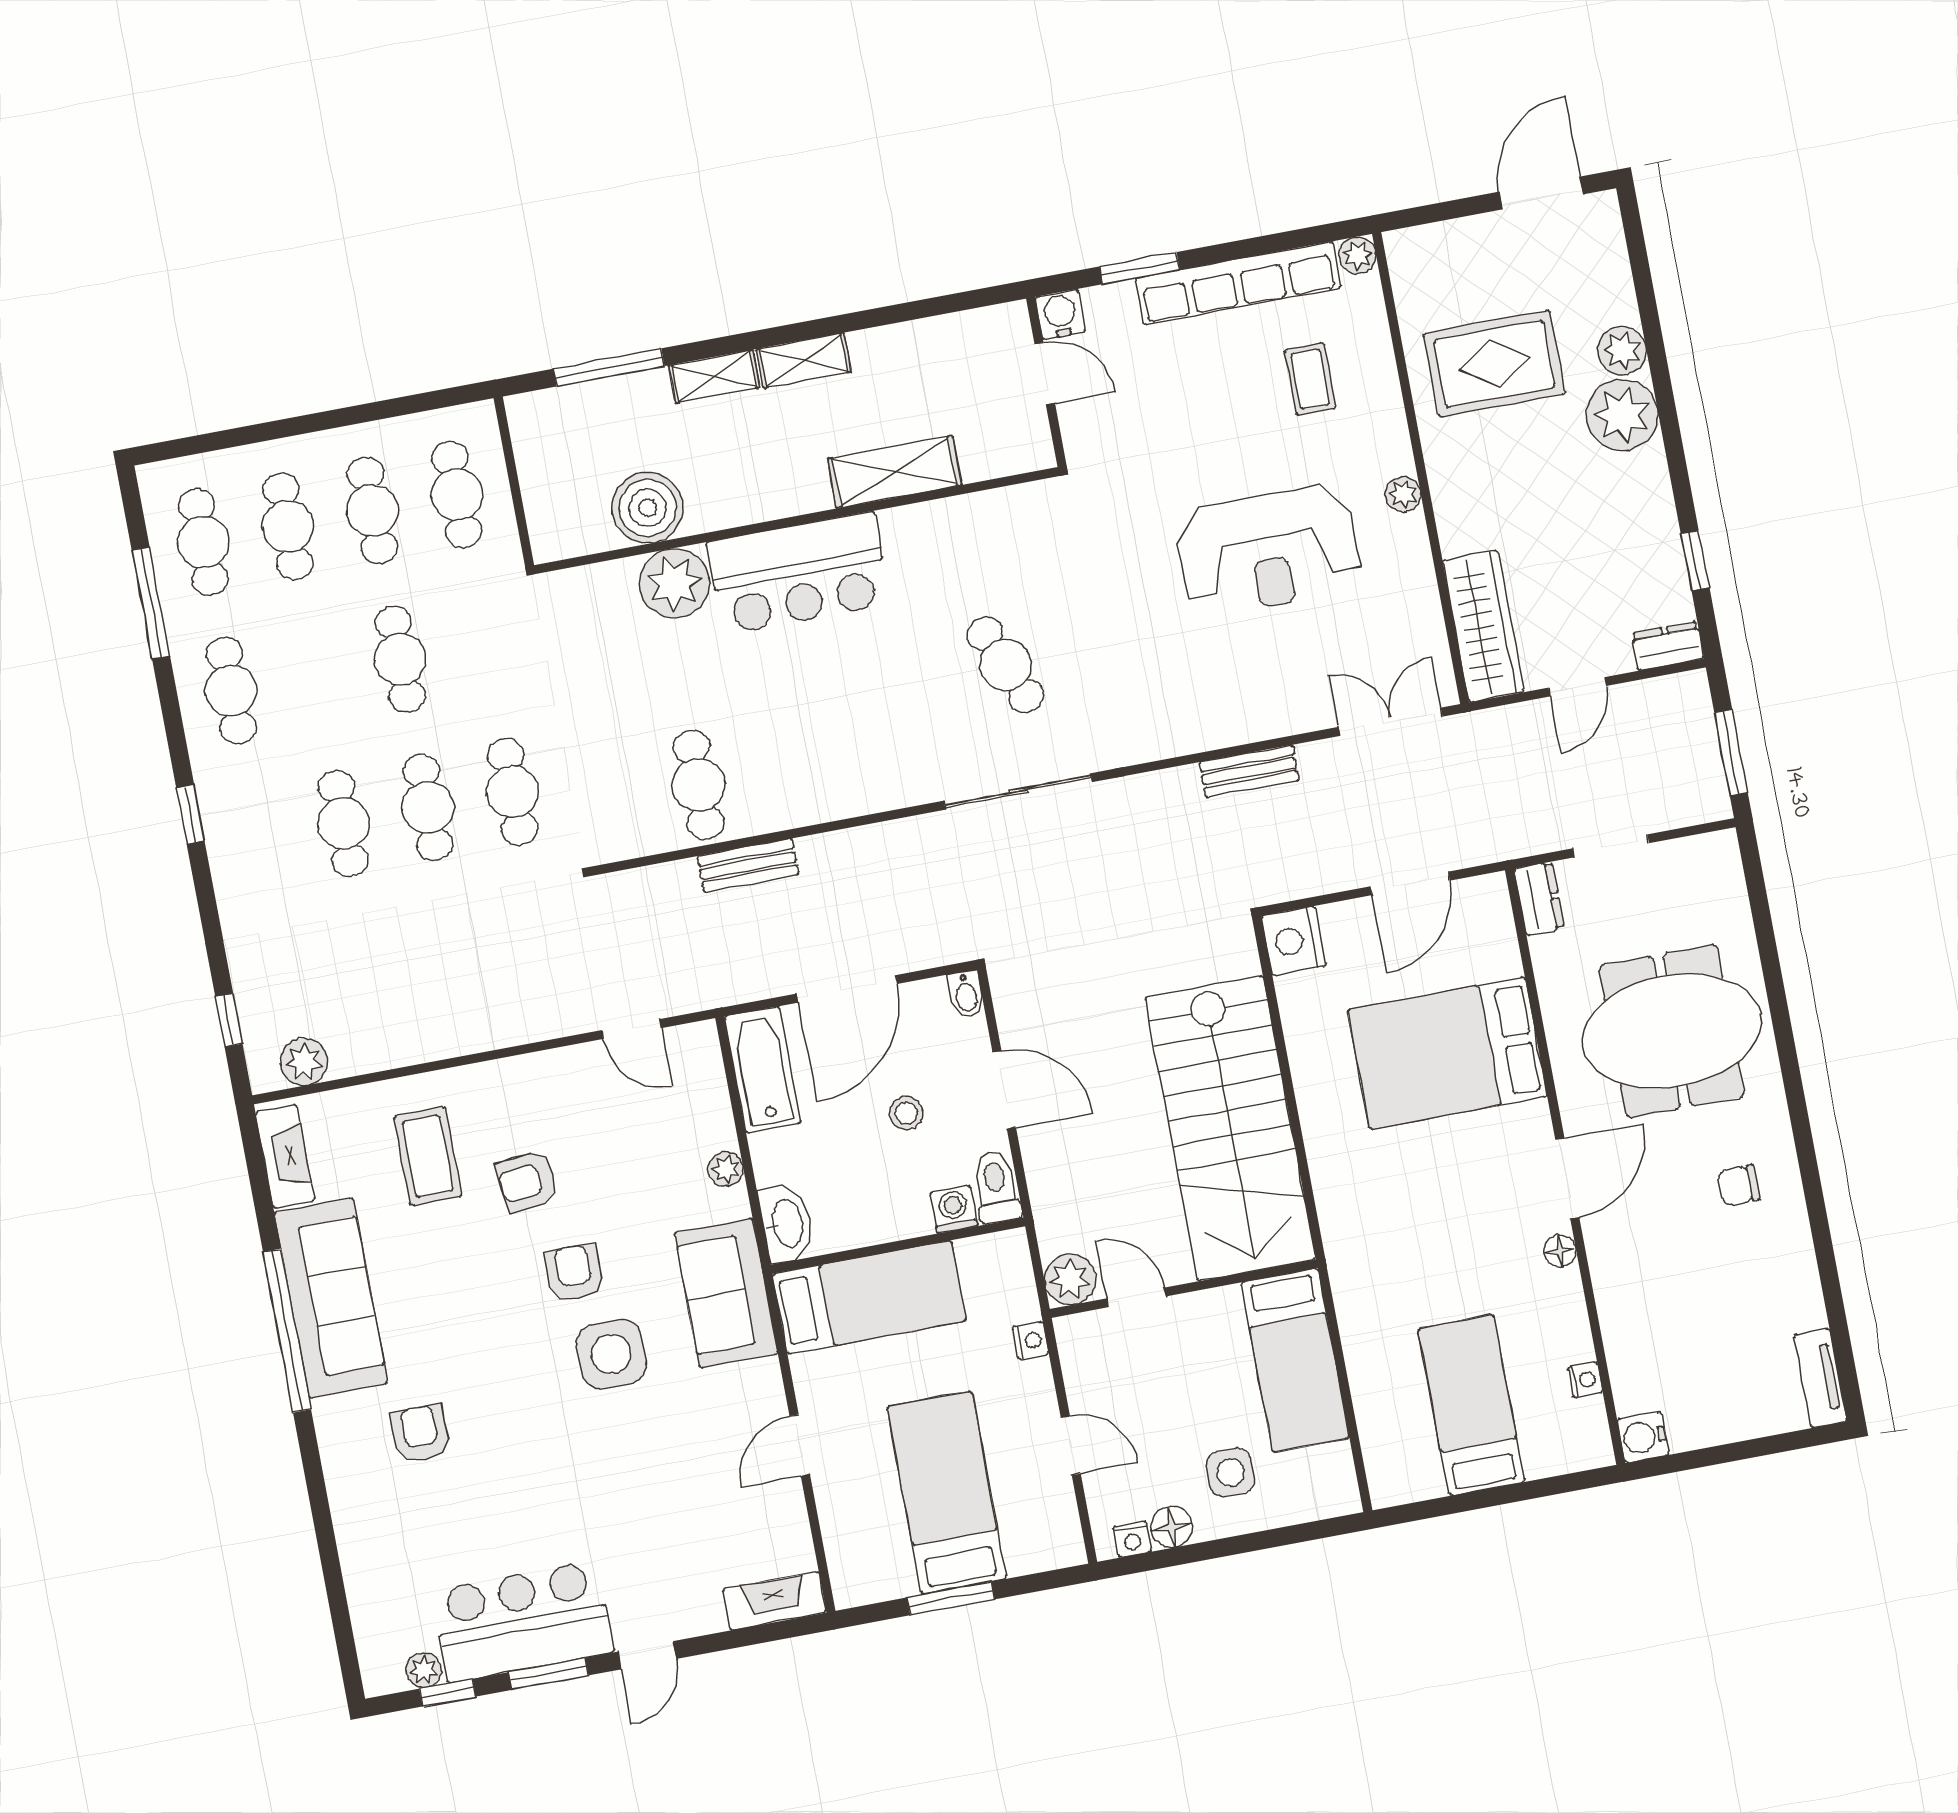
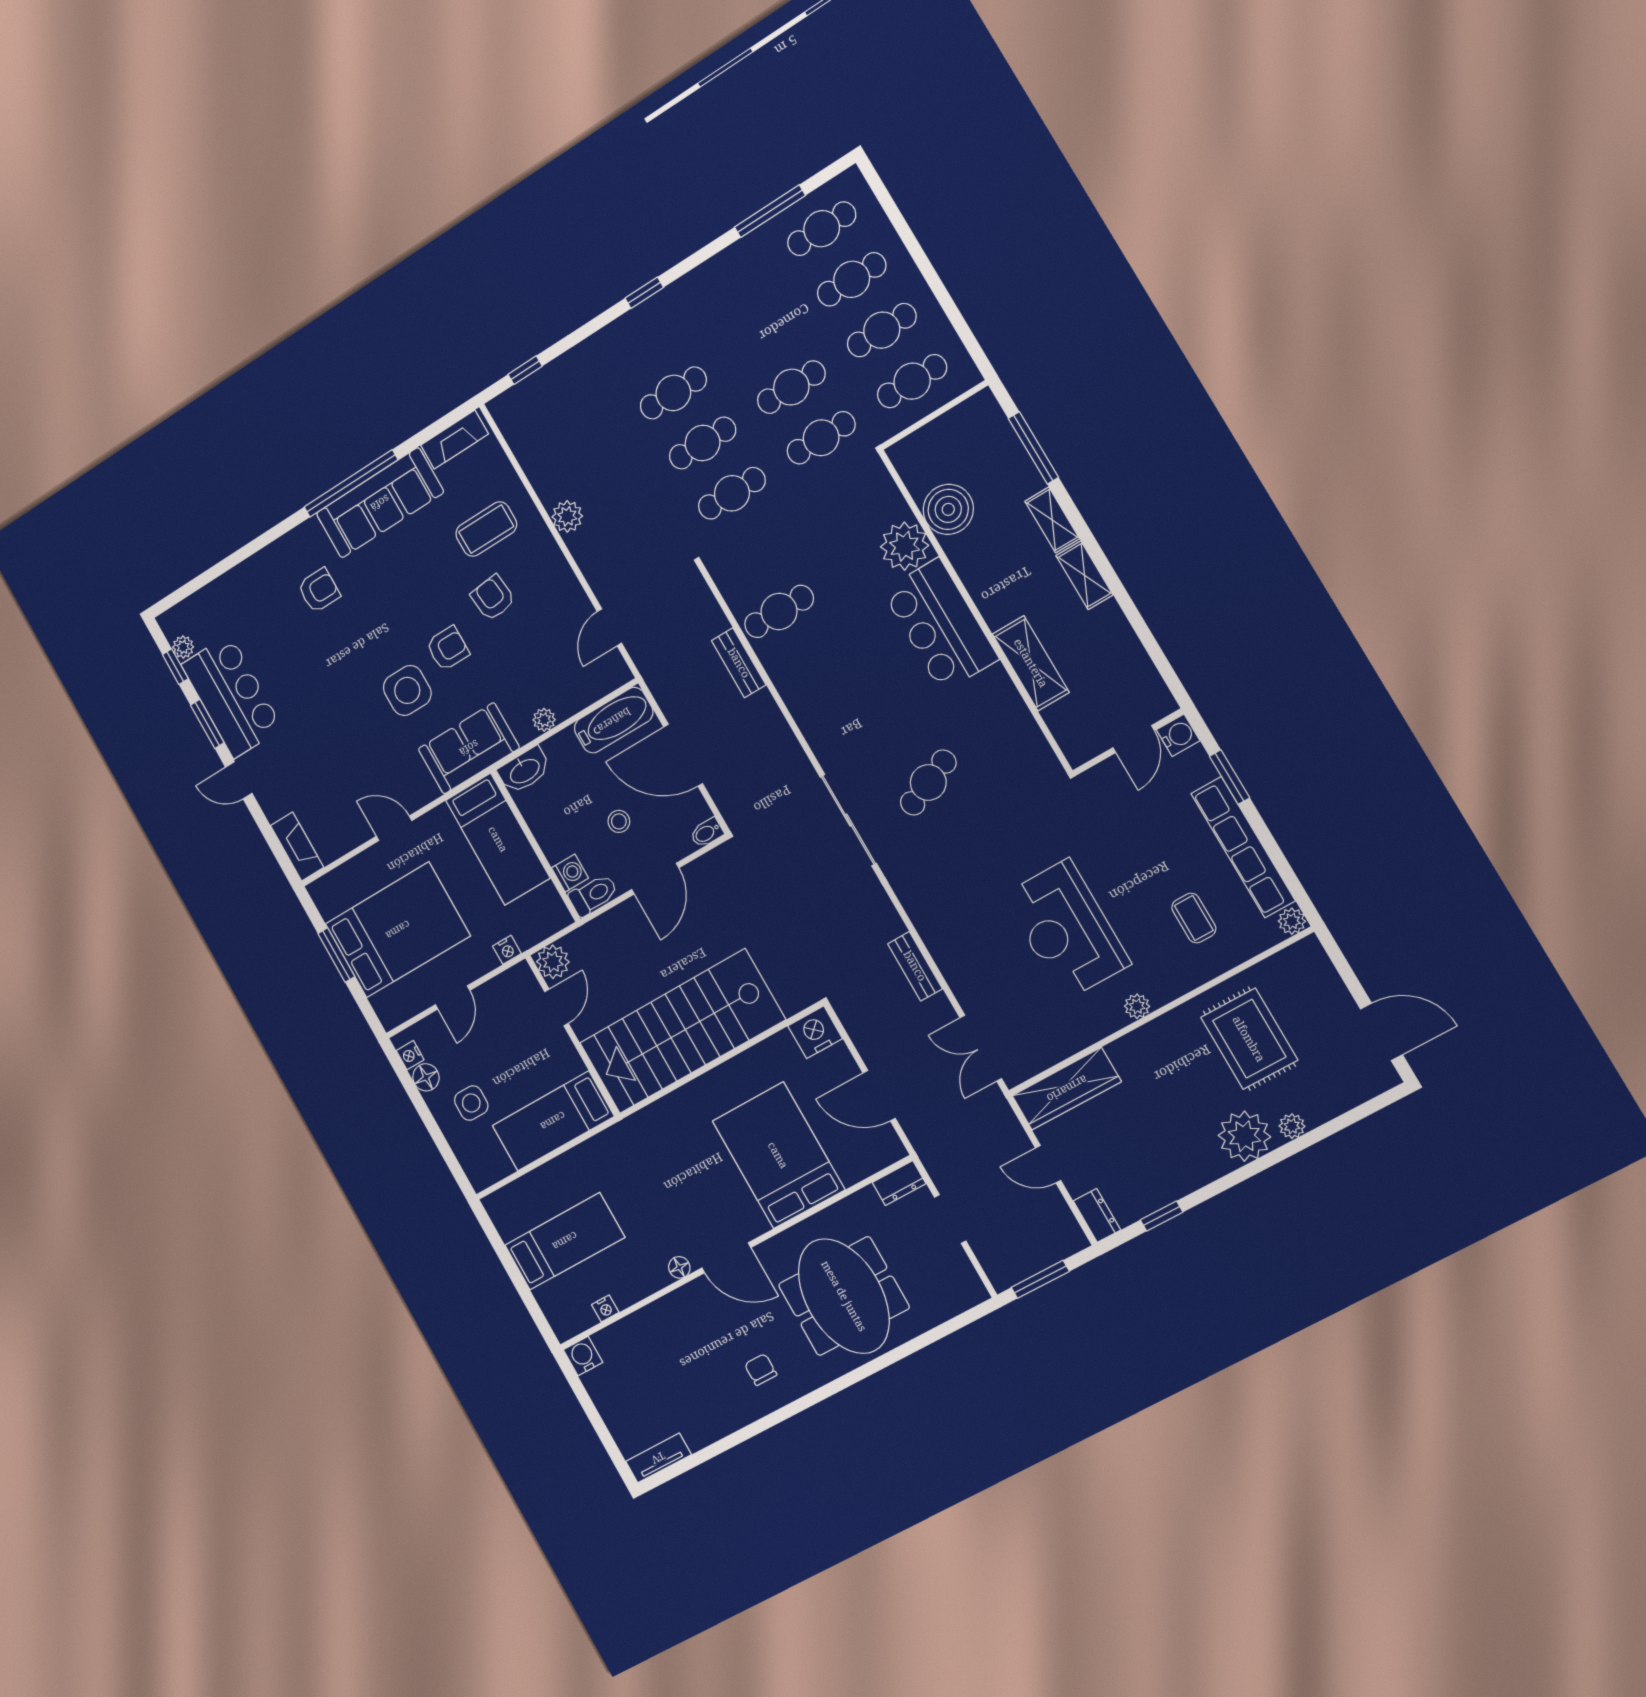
plant: (1622, 351) -> (1292, 1126), width x0.73, depth x0.73
coffee table: (1310, 379) -> (1194, 918), turned 90
cafe table: (231, 691) -> (821, 438), moved
double door: (1390, 722) -> (981, 1048), swing flipped
plant: (304, 1062) -> (567, 516), moved
bed: (947, 1493) -> (398, 930), width x1.50

